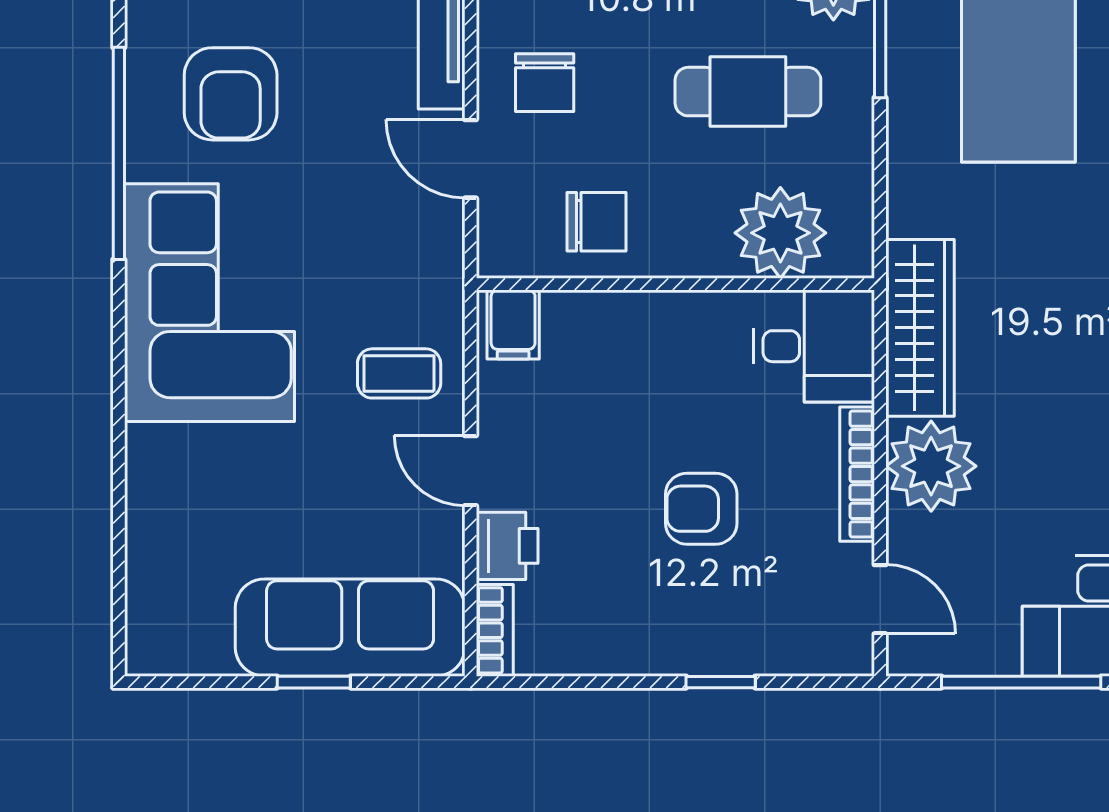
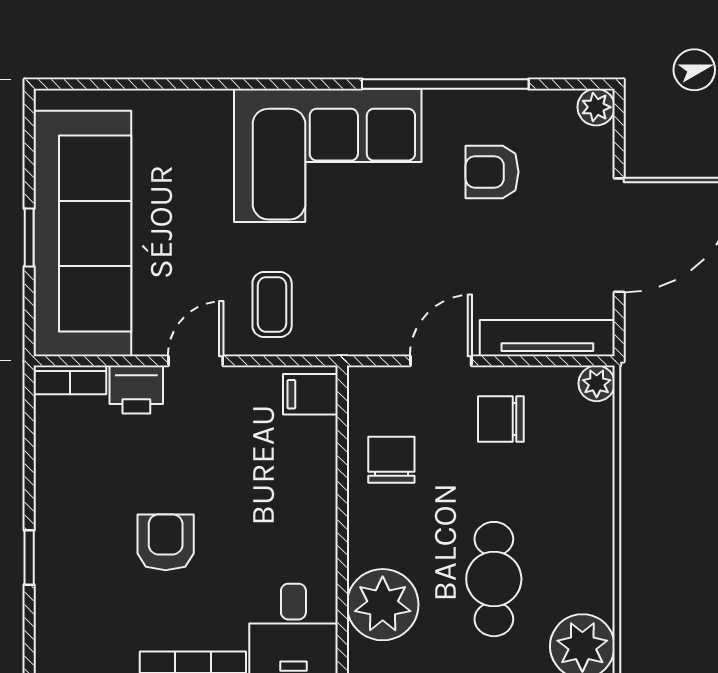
armchair: (231, 94) -> (492, 172), width x0.72, depth x0.72
chair: (596, 222) -> (391, 460), turned 180
sofa: (350, 628) -> (82, 234), width x1.36, depth x1.27

